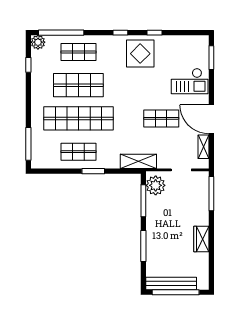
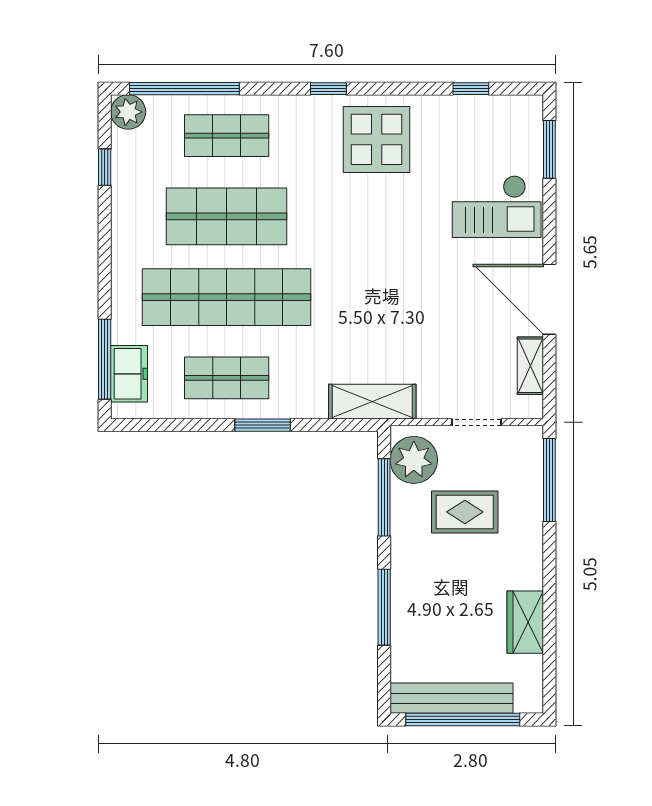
window: (155, 33) -> (471, 89), moved
shop shelf: (161, 118) -> (428, 297), removed
freezer: (38, 150) -> (129, 374), added
rug: (177, 207) -> (465, 512), added
wardrobe: (201, 239) -> (525, 622), moved

